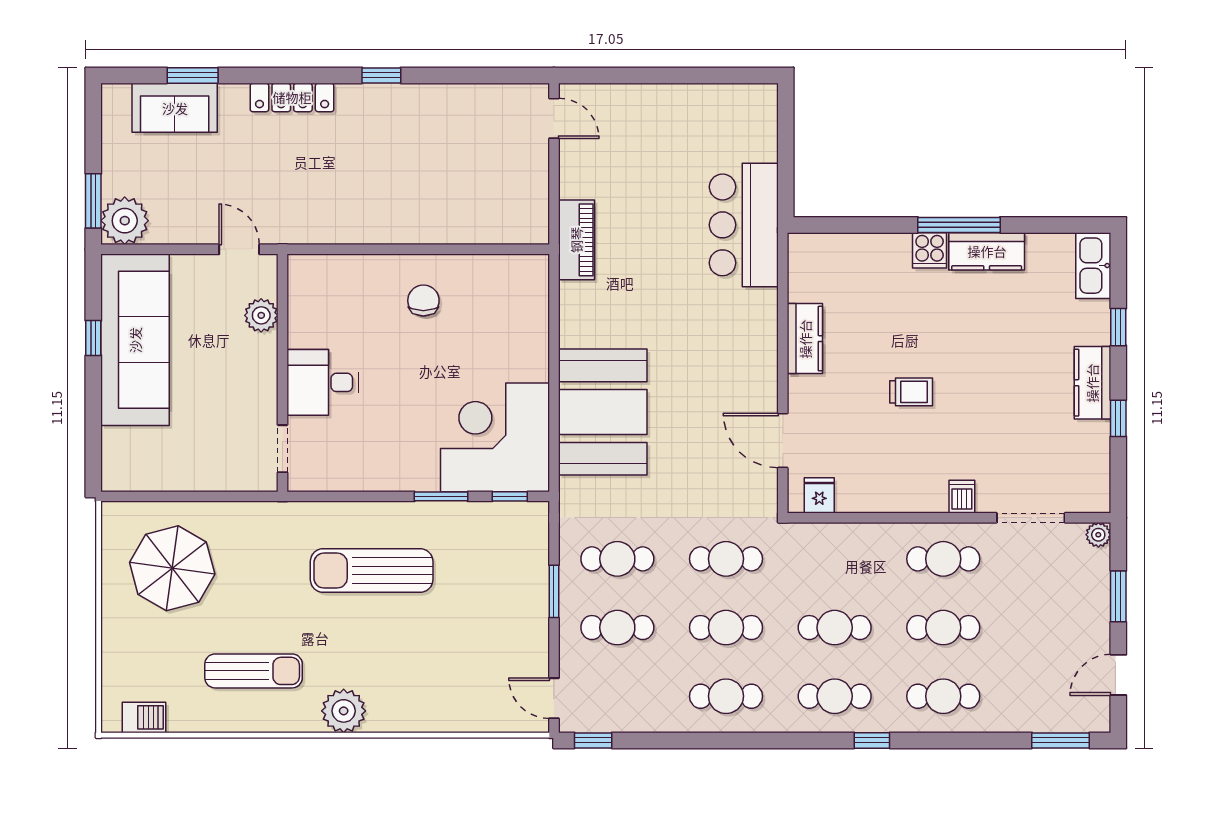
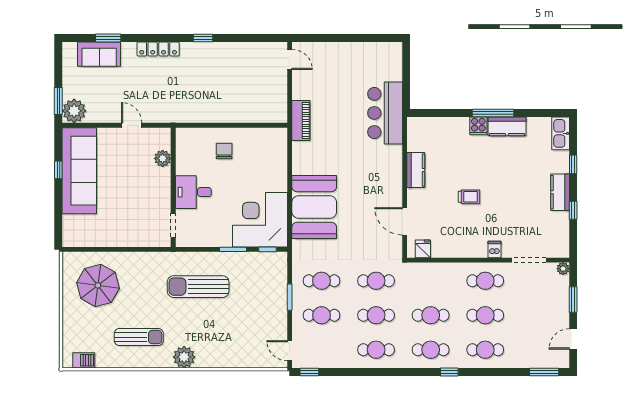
plant: (261, 315) -> (163, 158), moved
wall: (282, 373) -> (173, 187), moved
desk: (323, 382) -> (193, 192), moved
doorway: (282, 449) -> (173, 225), moved

